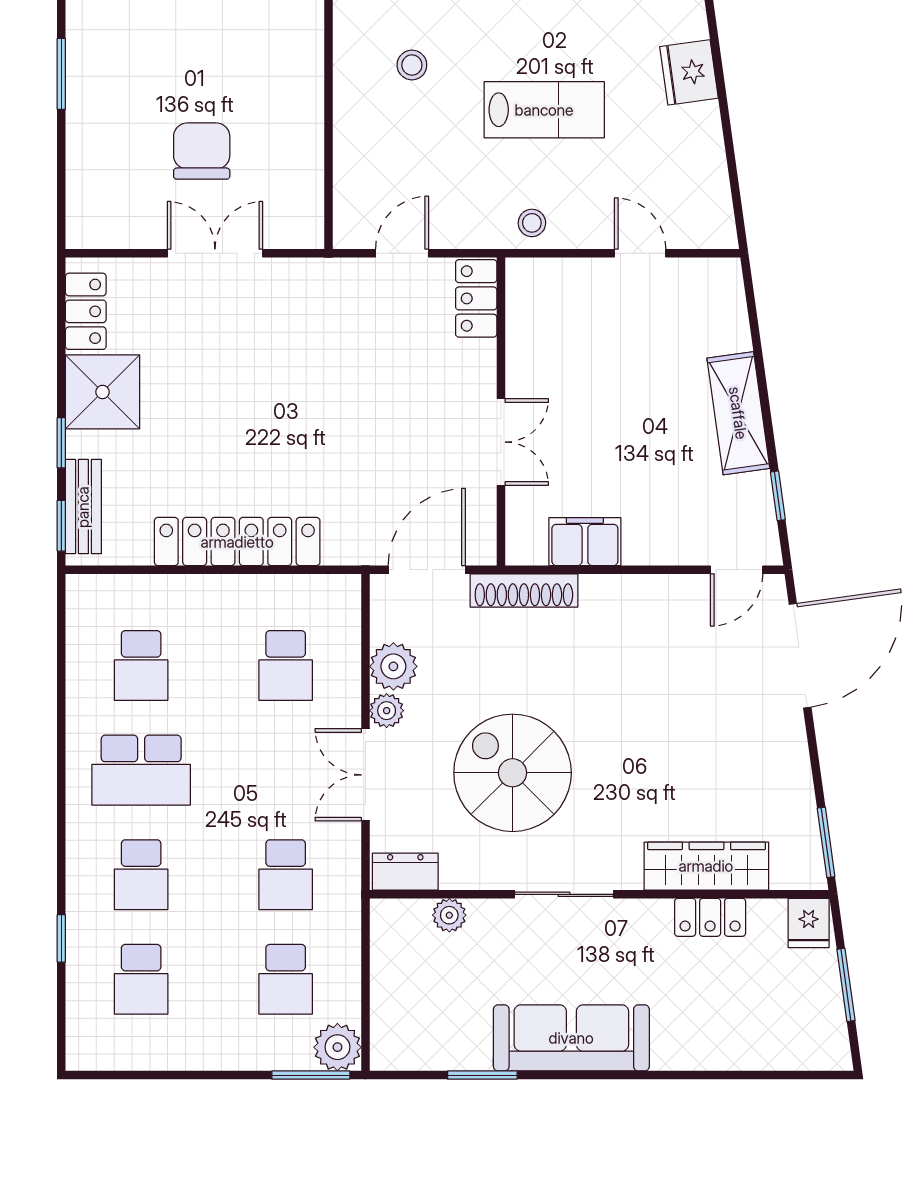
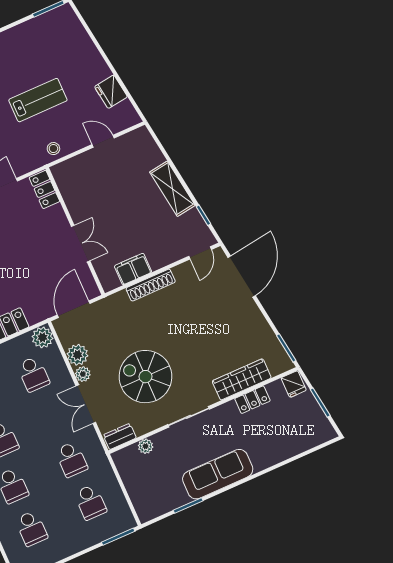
fridge: (689, 72) -> (111, 92), moved
shoe rack: (524, 590) -> (151, 285), moved
plant: (337, 1047) -> (42, 337), moved

